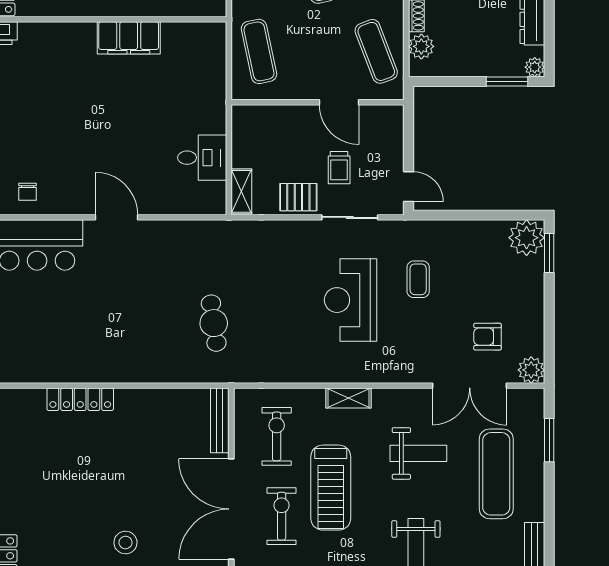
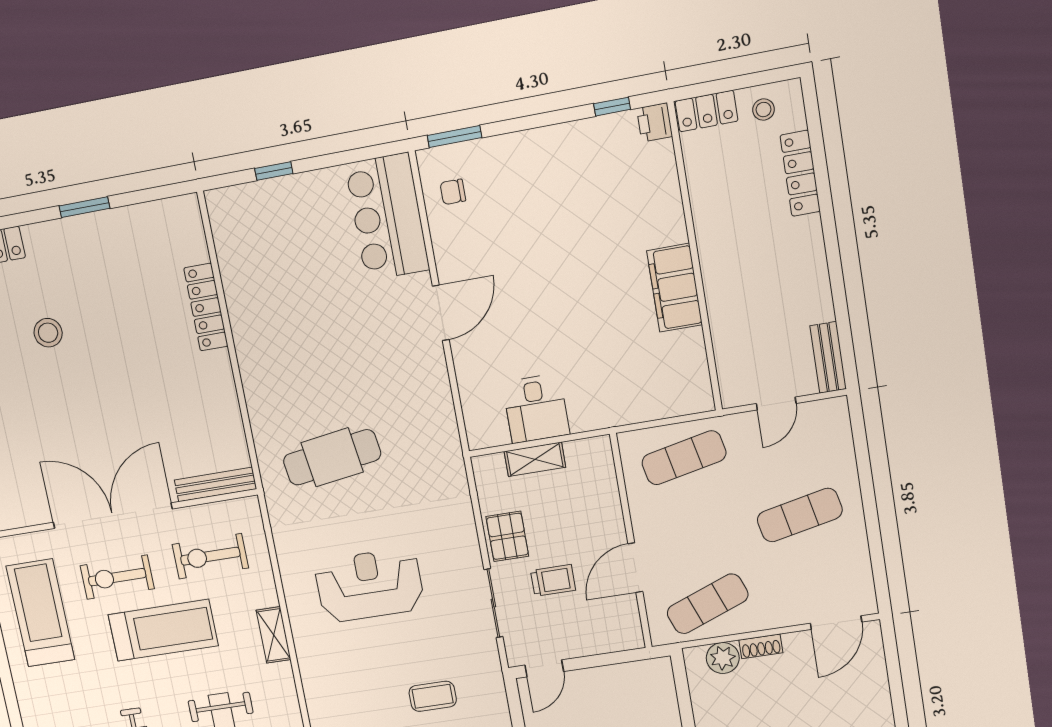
trolley: (339, 168) -> (553, 580), turned 180
shelving: (241, 191) -> (535, 459), moved
reception desk: (350, 300) -> (369, 585), moved
cafe table: (214, 323) -> (332, 457), width x1.37, depth x1.35
exercise bike: (277, 436) -> (210, 556), turned 180
treadmill: (331, 488) -> (163, 630), turned 180
exercise bike: (282, 516) -> (117, 577), turned 180
stool: (125, 543) -> (48, 333), moved

